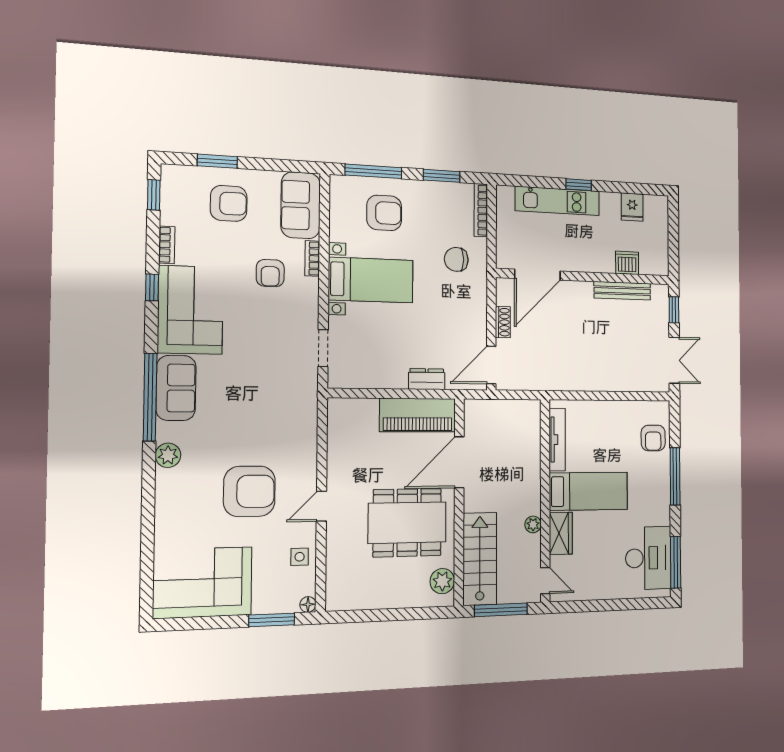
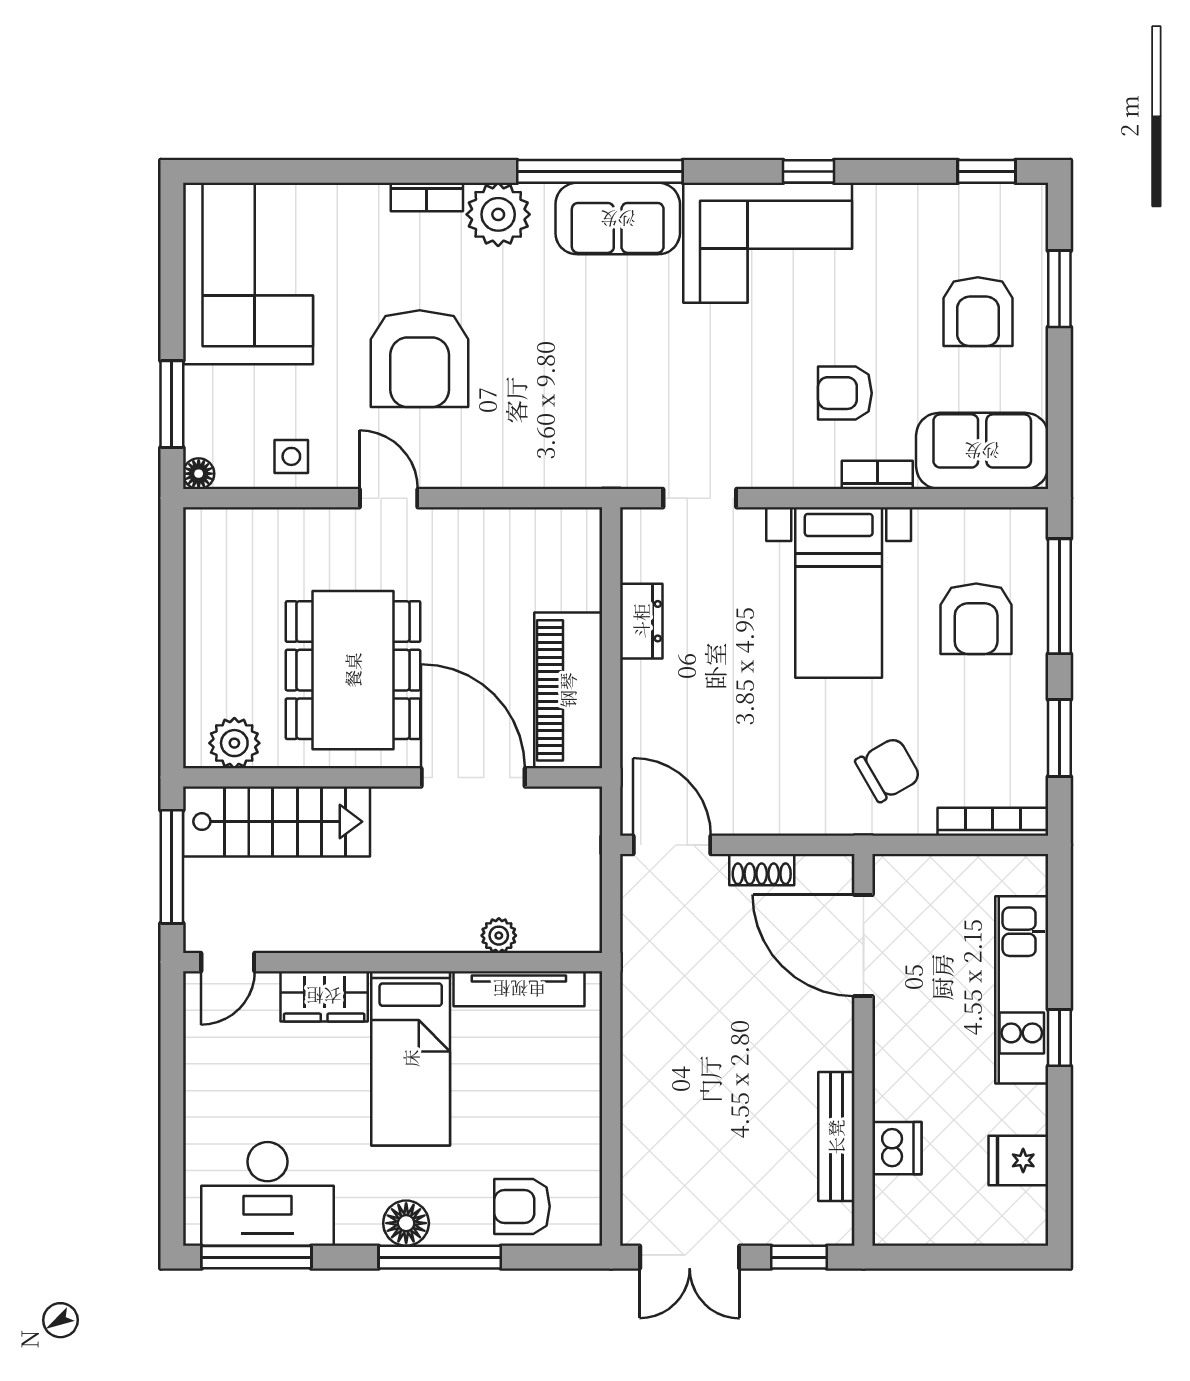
bookcase: (167, 245) -> (427, 197), moved
chair: (456, 259) -> (888, 770), turned 60
dresser: (427, 379) -> (641, 621), moved
plant: (168, 455) -> (498, 214), width x1.36, depth x1.36
floor lamp: (661, 492) -> (406, 1223), added
plant: (533, 524) -> (499, 936), moved

